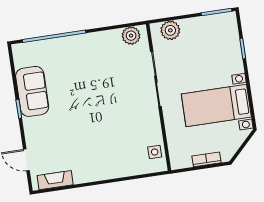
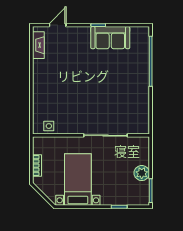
plant: (170, 30) -> (142, 173), moved
plant: (131, 36) -> (142, 121), removed

